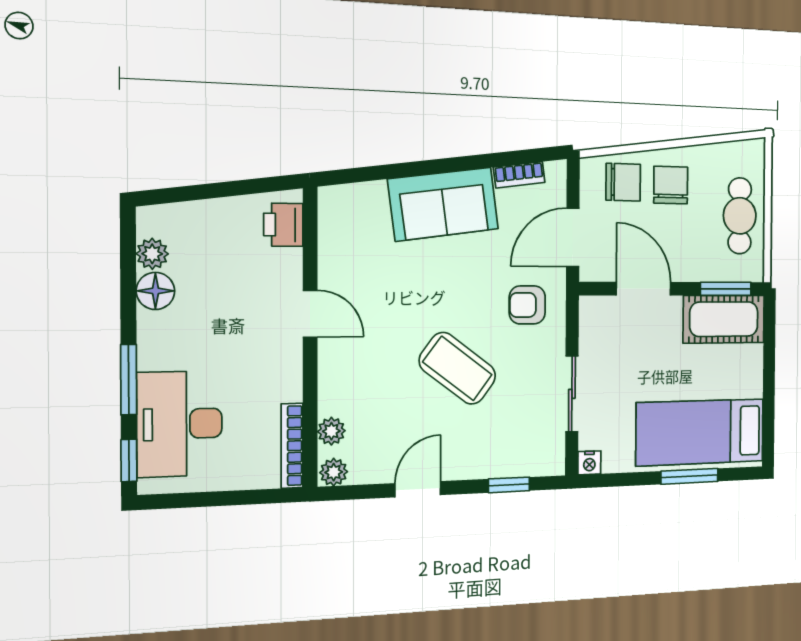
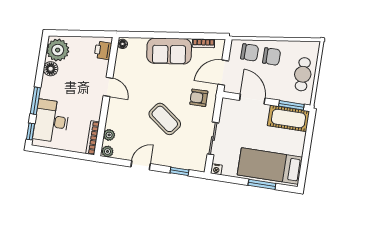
chair: (671, 185) -> (272, 56), turned 90
floor lamp: (329, 202) -> (123, 44), added
plant: (152, 254) -> (58, 50), width x1.87, depth x1.87

